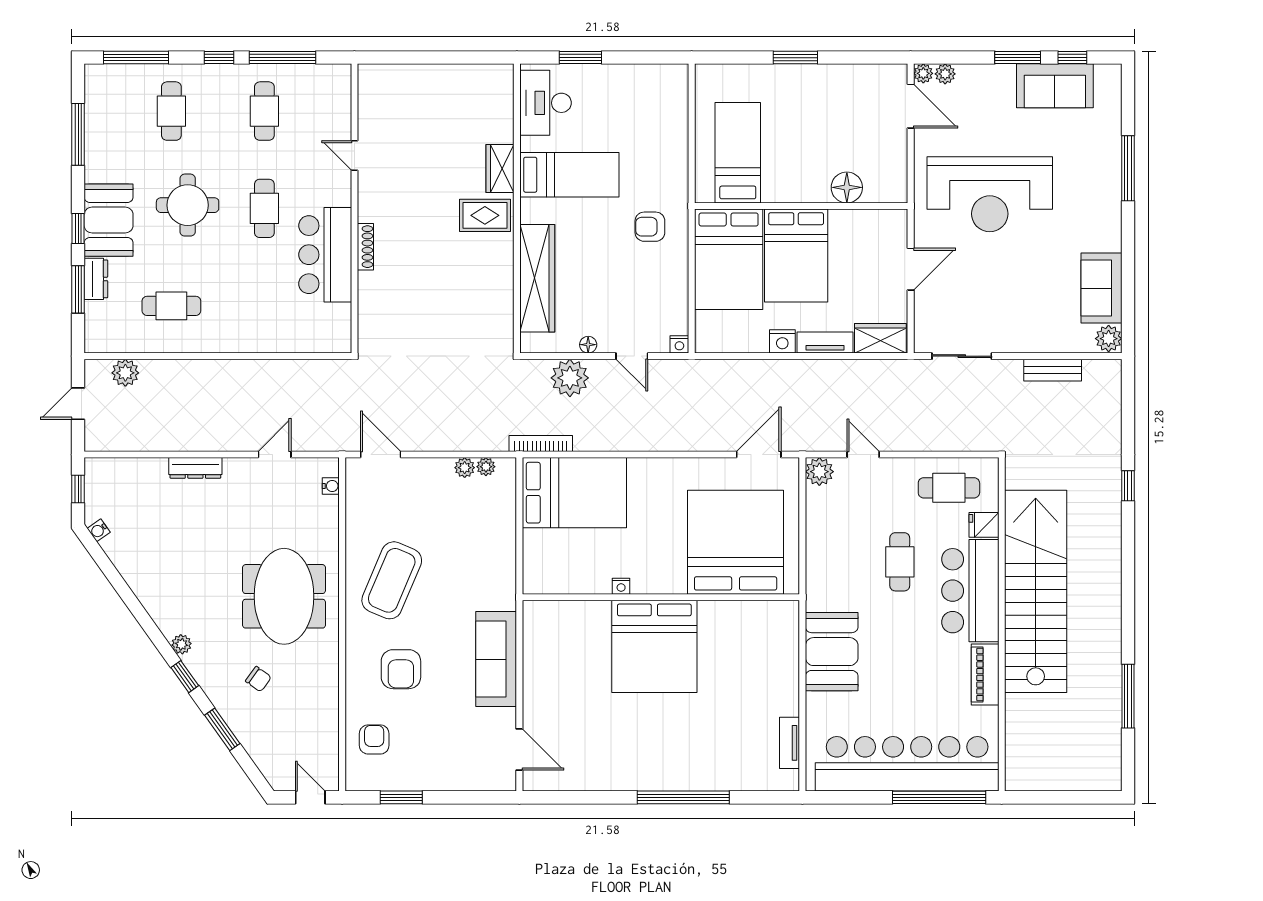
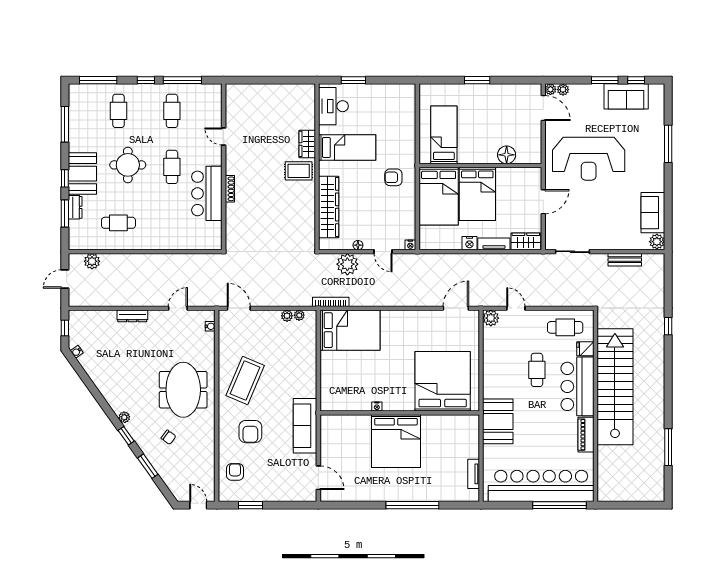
bed: (736, 542) -> (443, 381), moved
nightstand: (621, 586) -> (377, 407), moved
wall: (661, 597) -> (400, 413), moved
bed: (654, 646) -> (396, 441), moved

